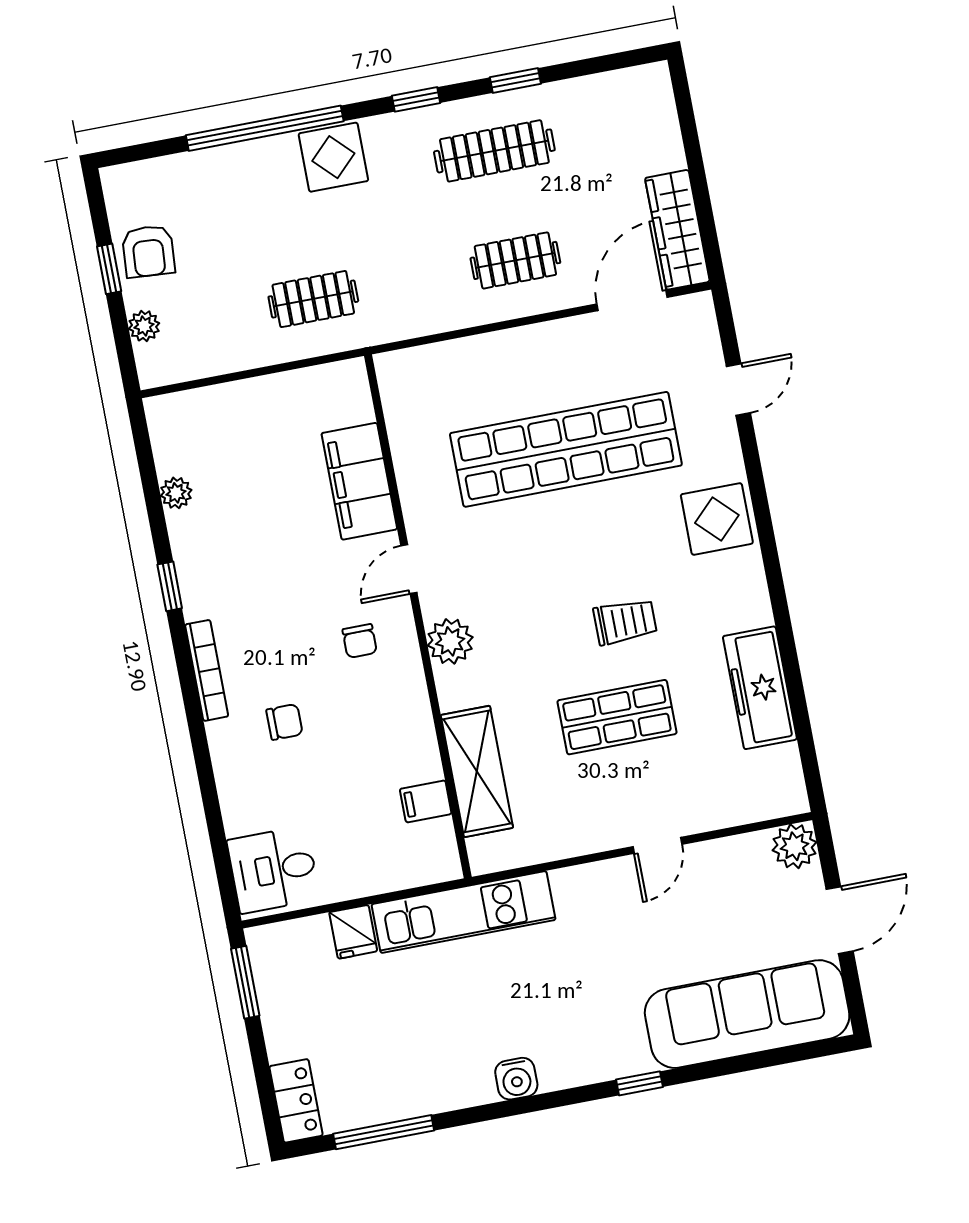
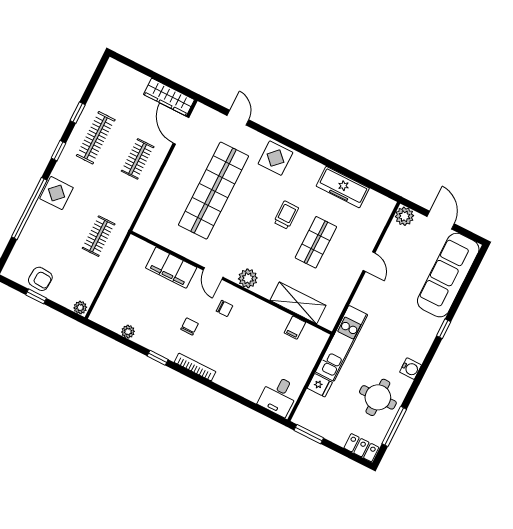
plant: (144, 326) -> (80, 308), moved
chair: (284, 722) -> (190, 326), moved
round table: (415, 1059) -> (378, 397), added

